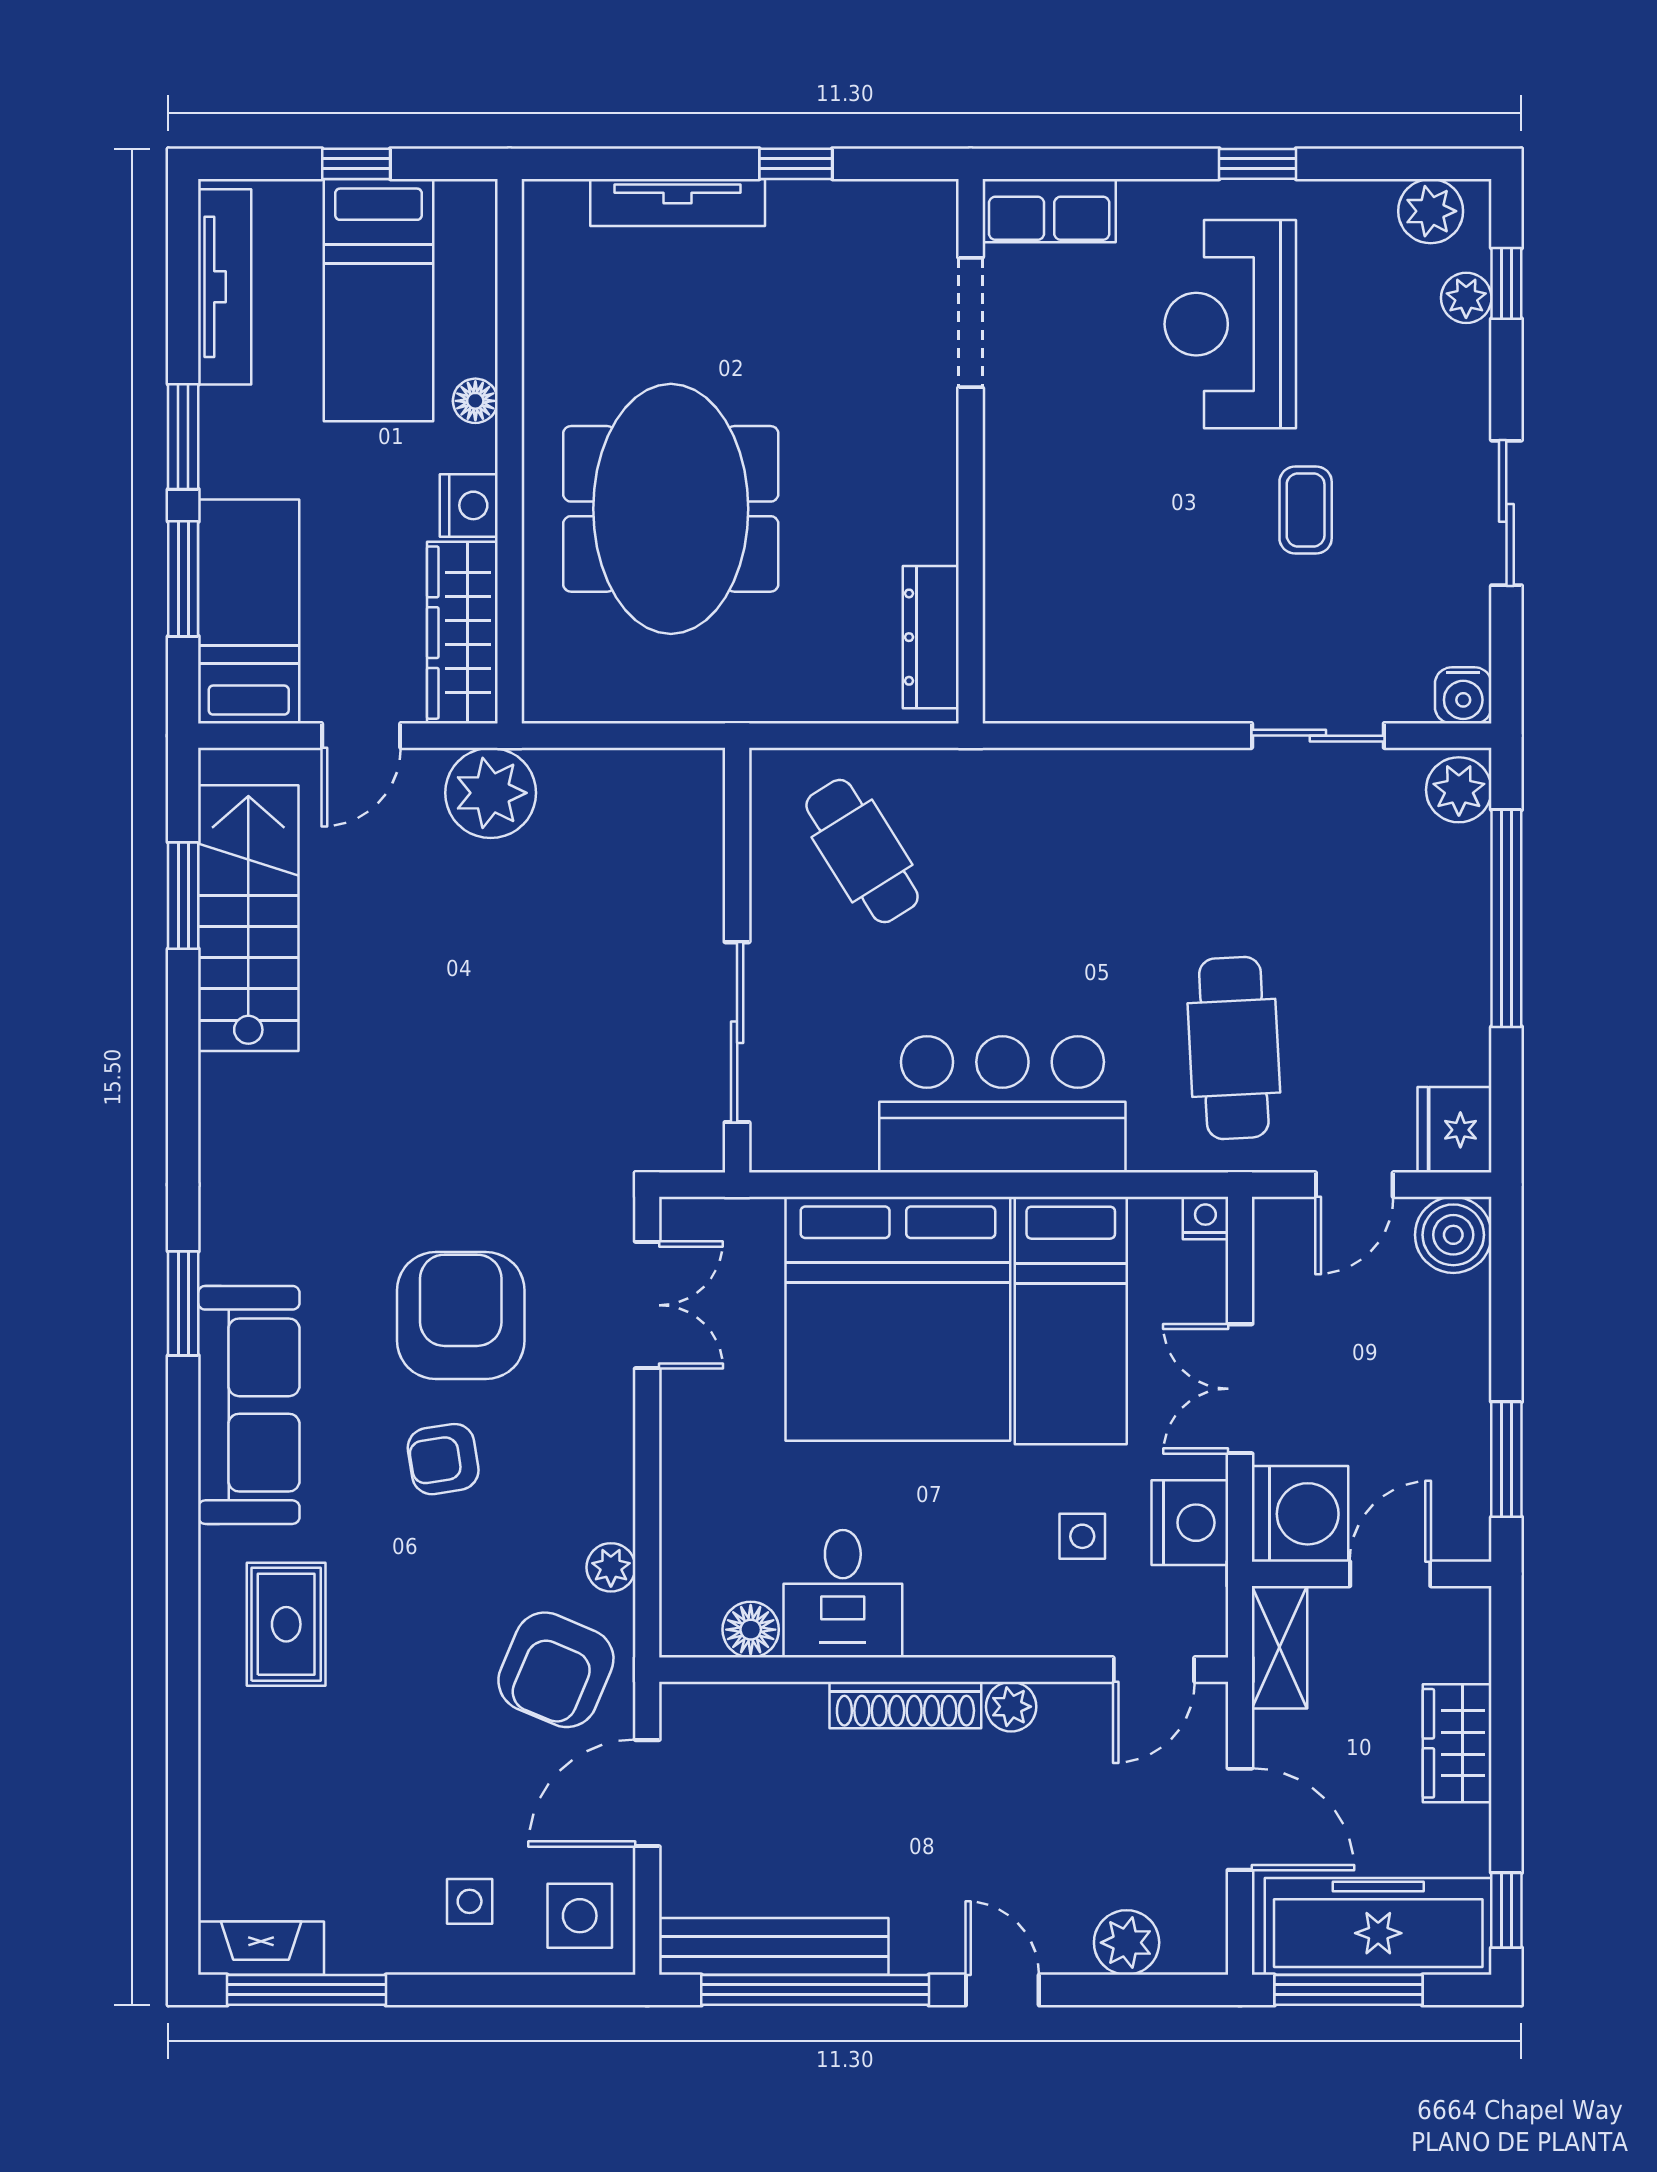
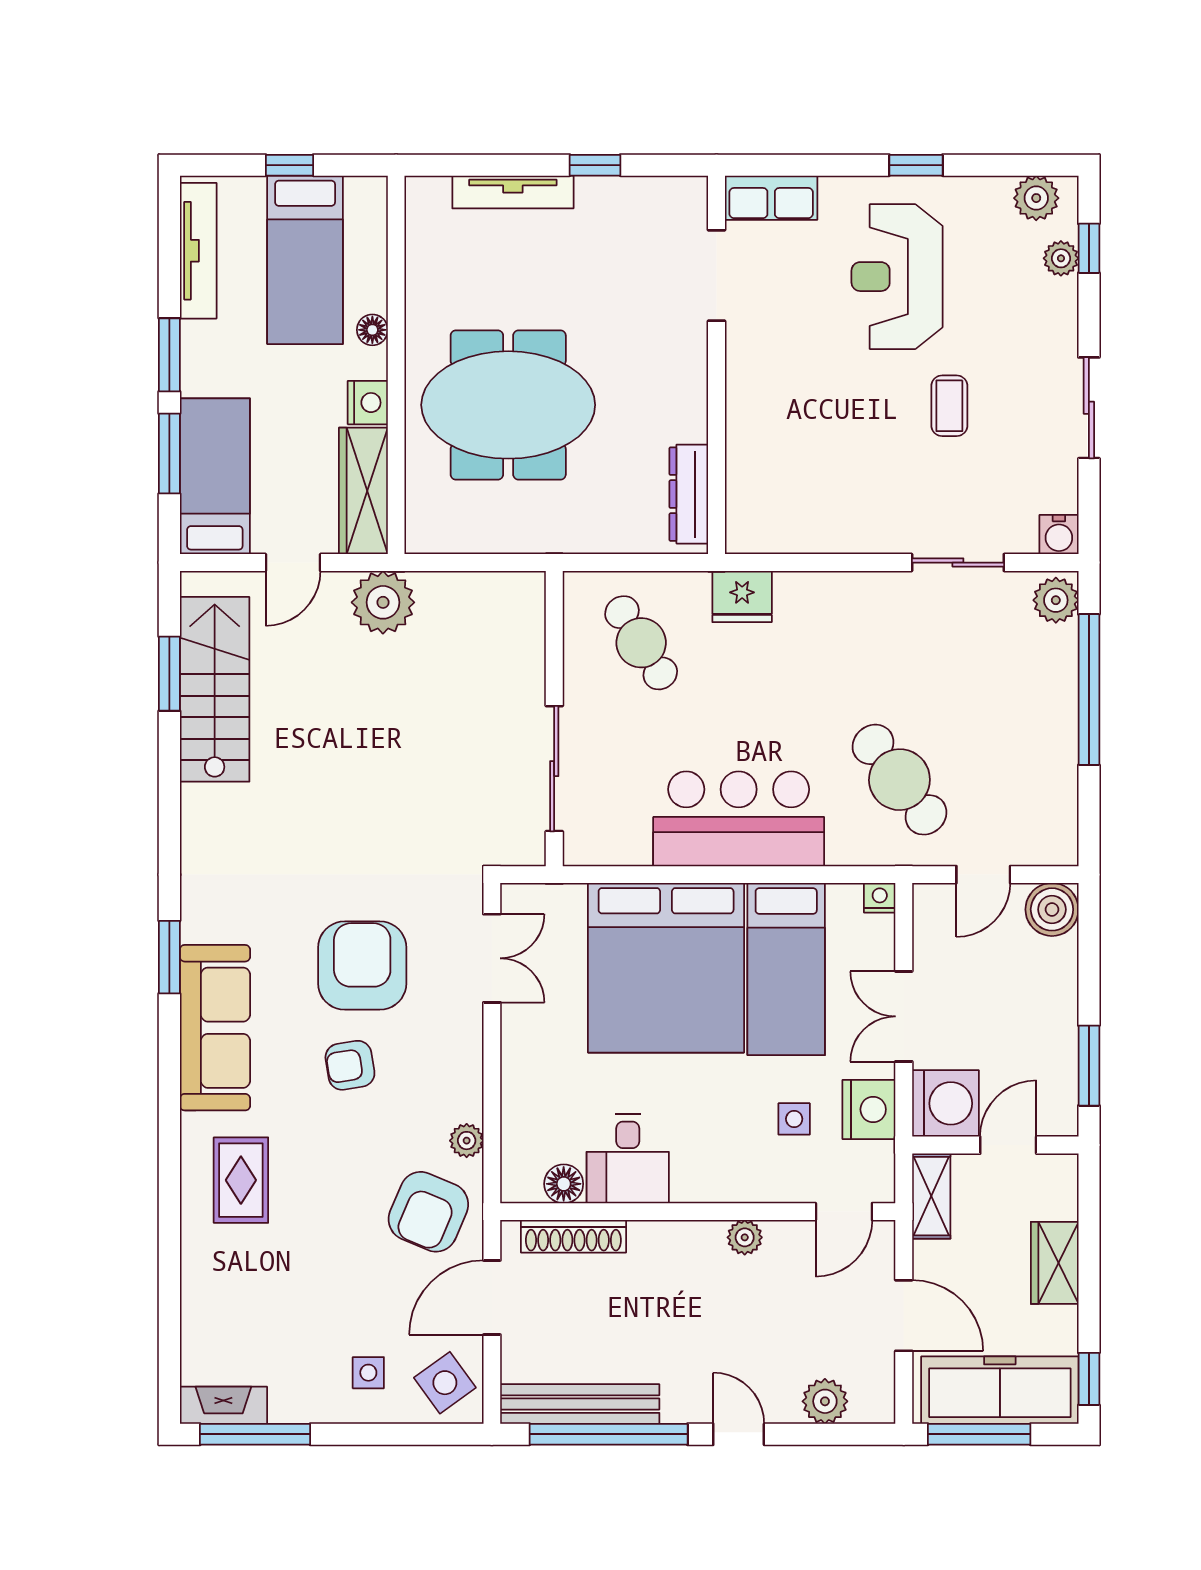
meeting table: (671, 509) -> (508, 405), turned 90
cafe table: (1234, 1048) -> (899, 780), turned -34
fridge: (1455, 1130) -> (742, 597), moved, turned -90
shoe rack: (905, 1705) -> (573, 1236), moved
side table: (580, 1916) -> (445, 1383), turned -36

